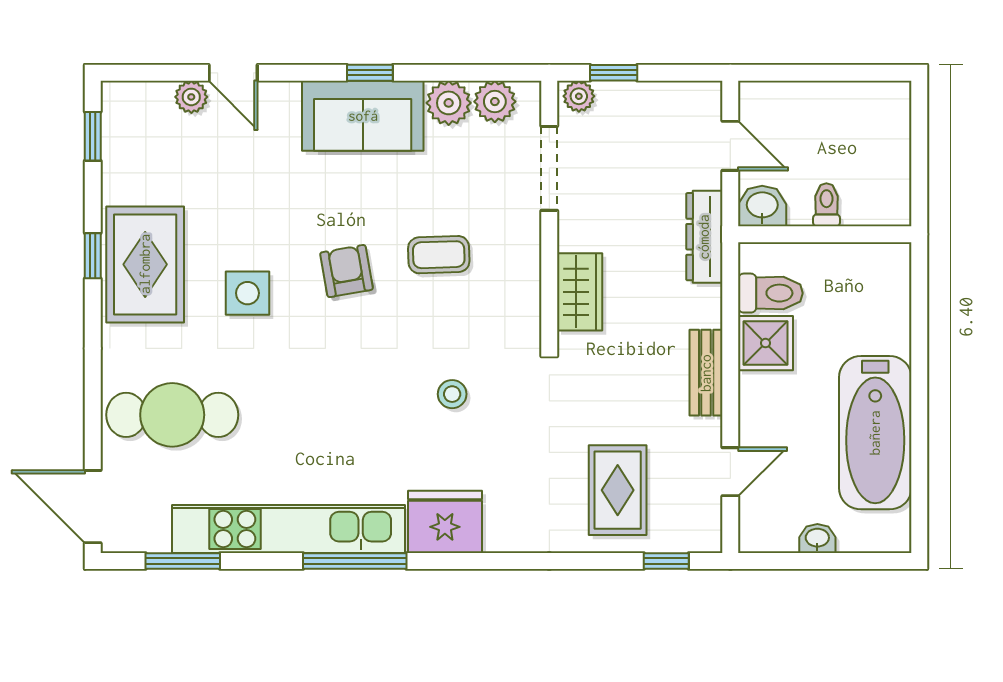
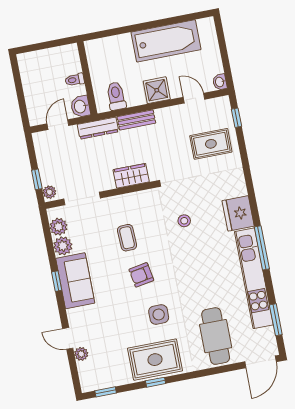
door: (233, 73) -> (68, 338), swing flipped
shower: (766, 343) -> (157, 90), moved
bench: (706, 373) -> (136, 120), moved
washbasin: (817, 538) -> (220, 82), moved

